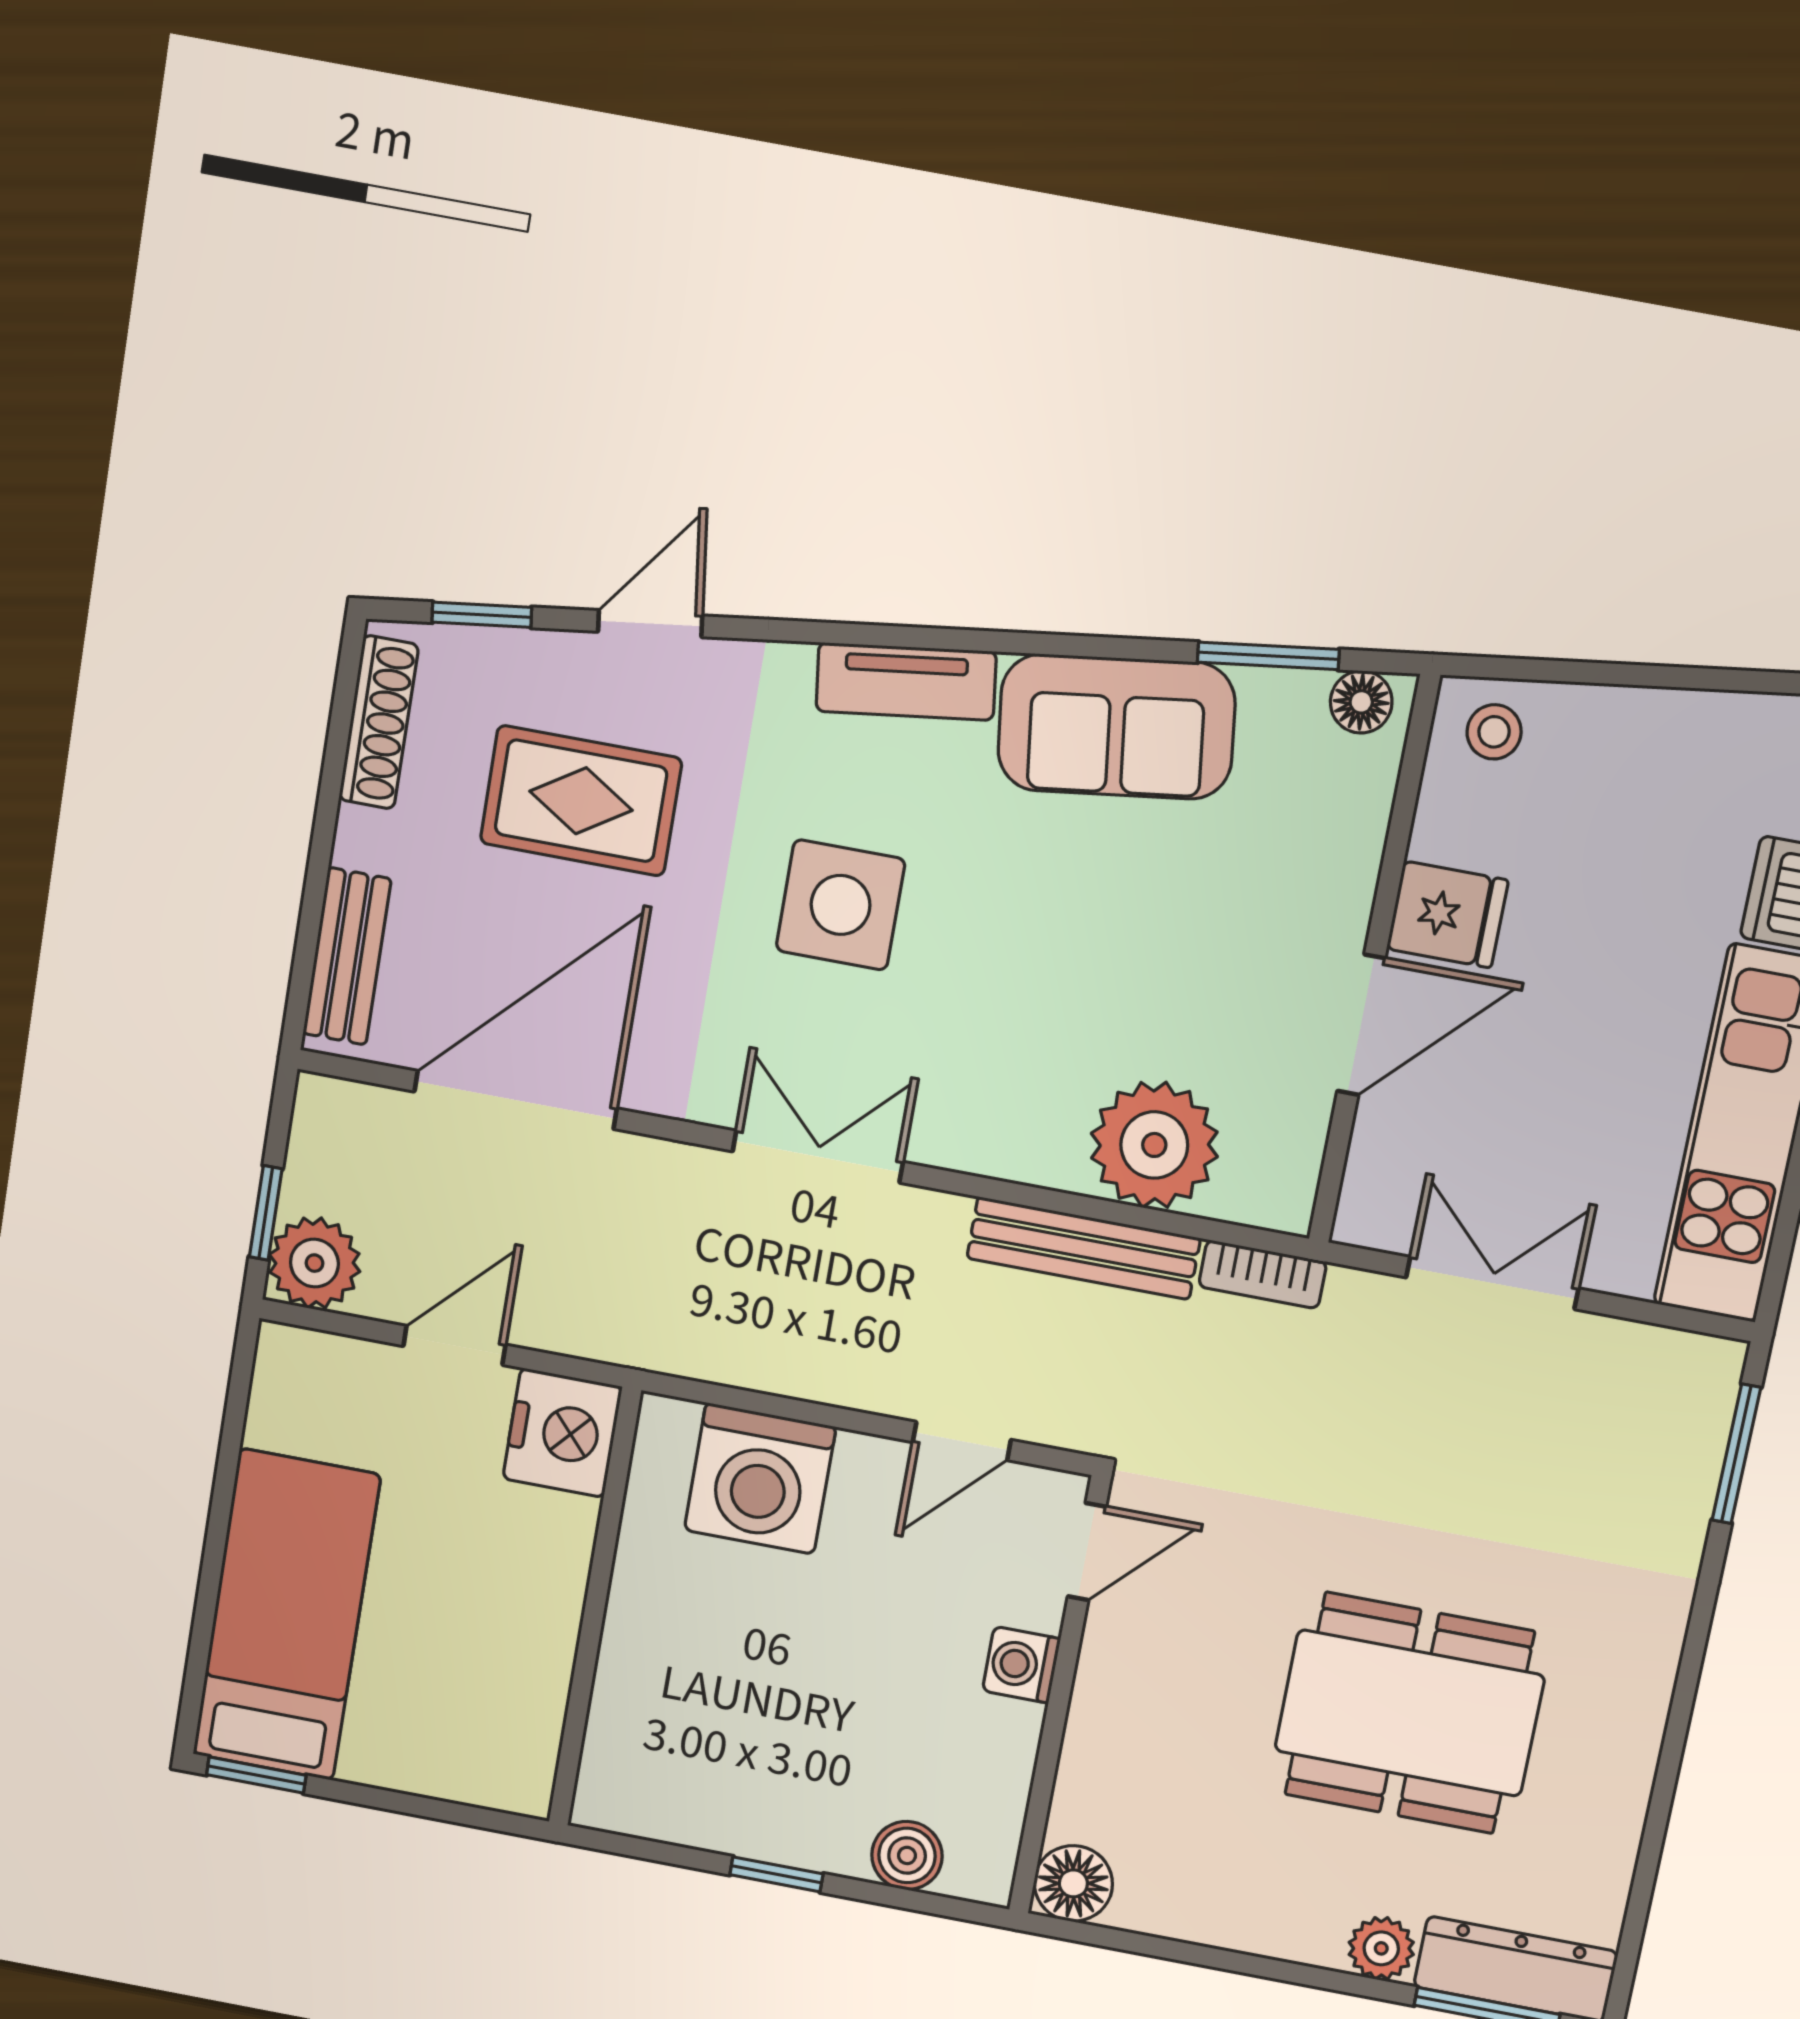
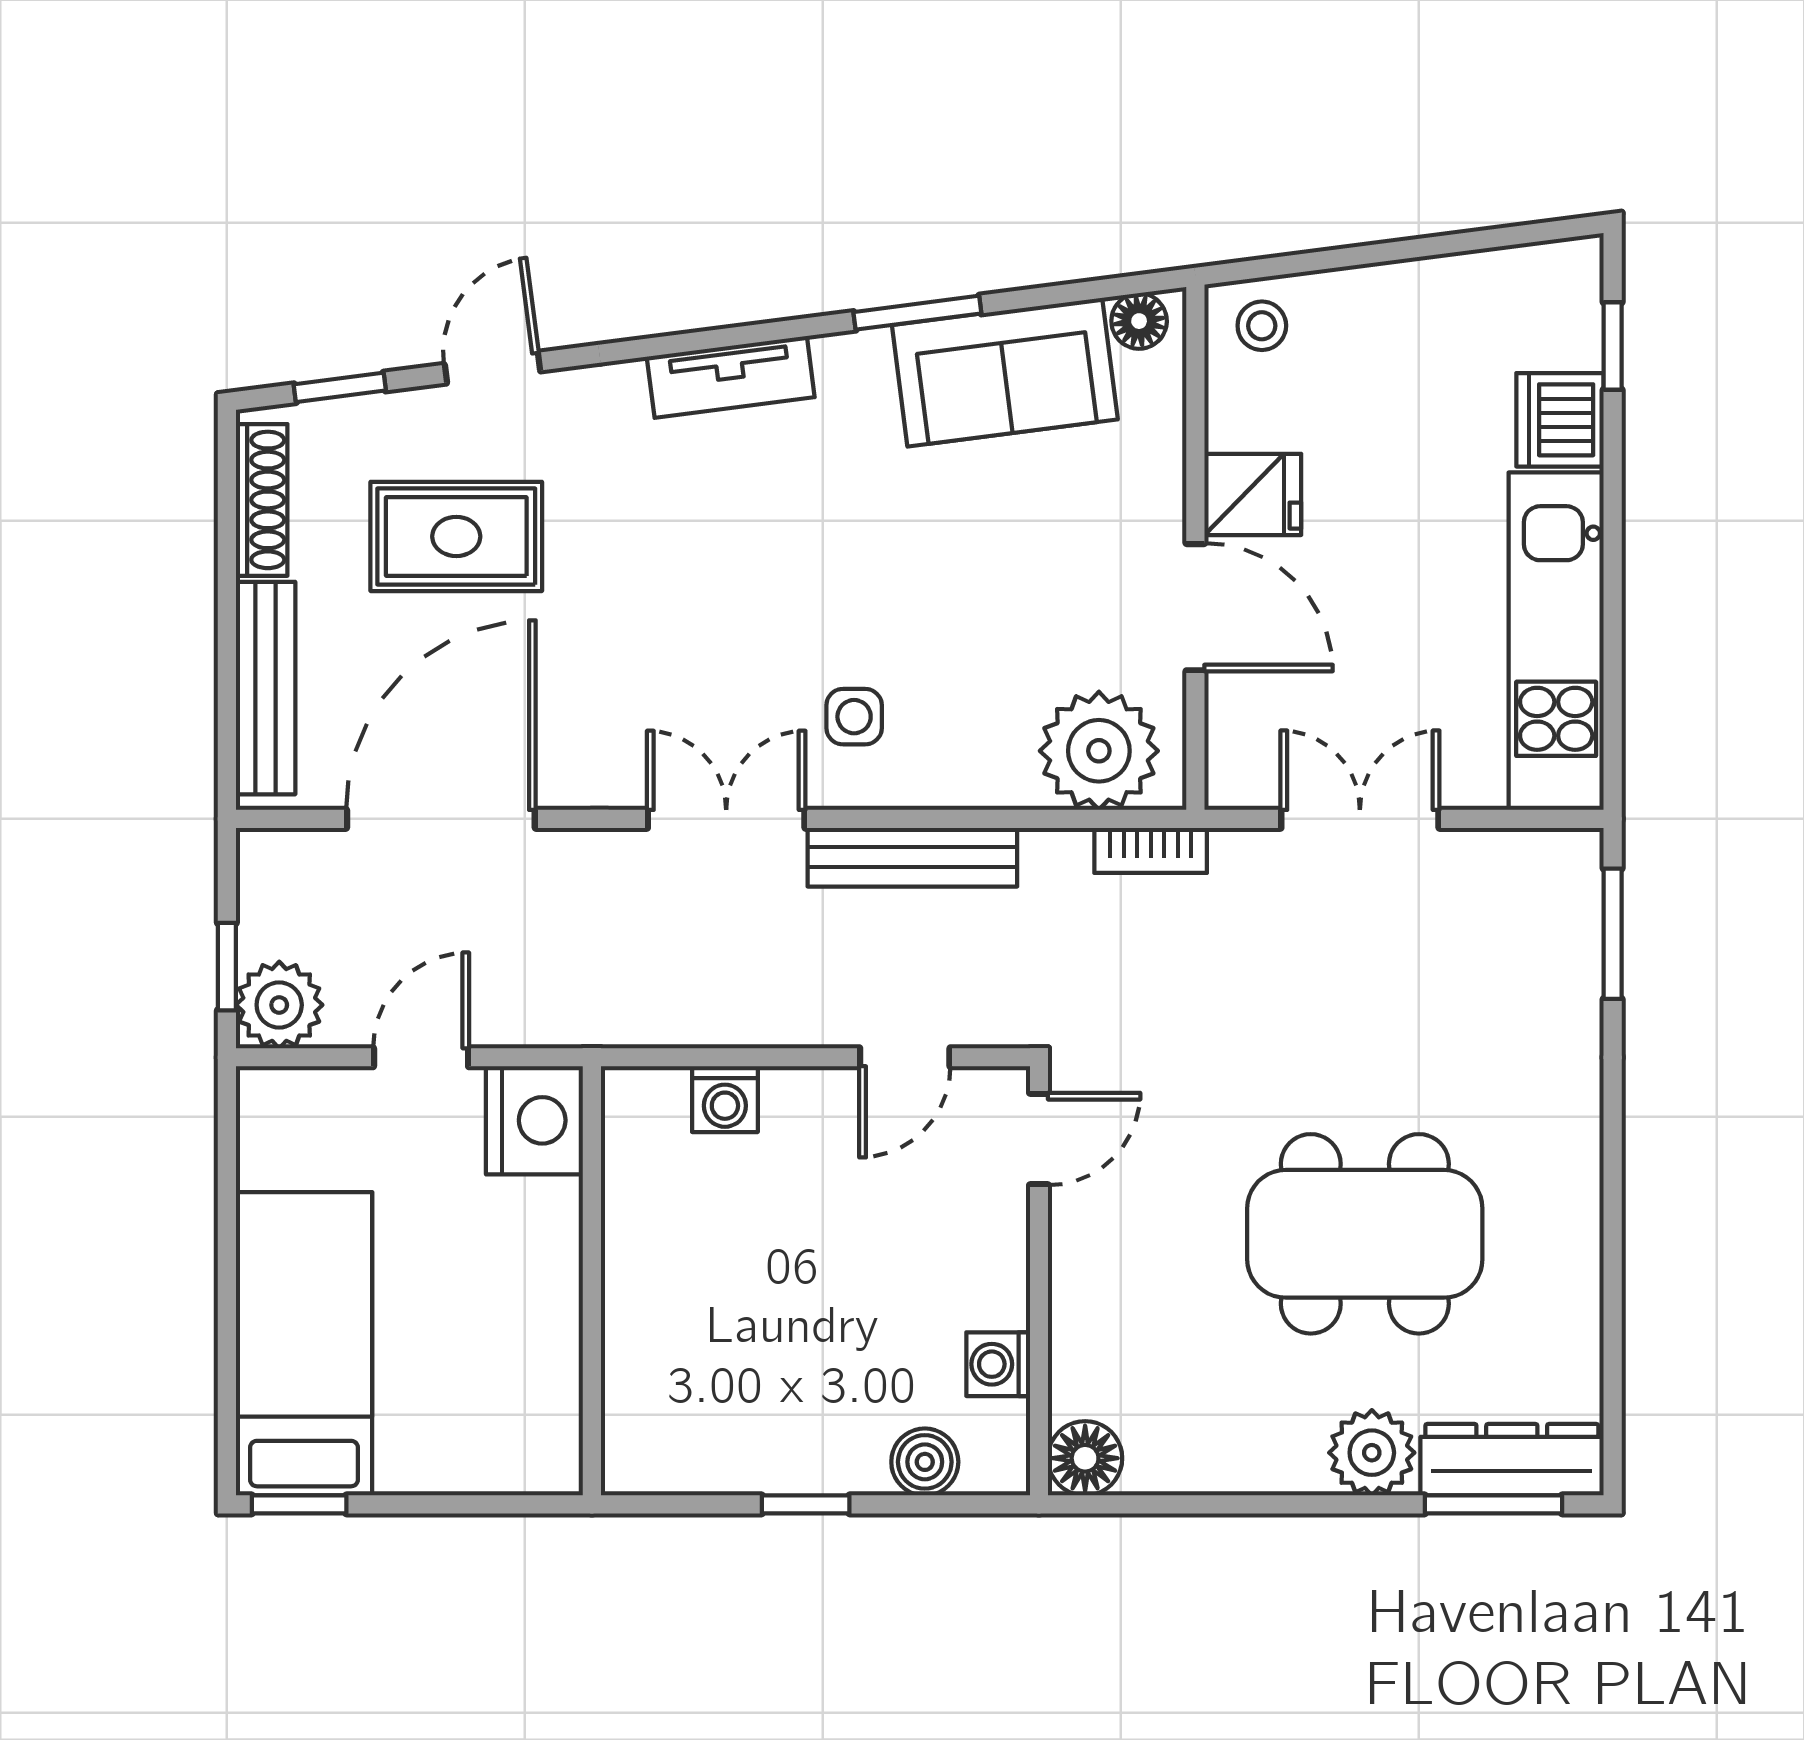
window: (1268, 656) -> (917, 313), moved
sofa: (1116, 727) -> (1005, 372), moved
side table: (841, 905) -> (854, 717), moved, width x0.54, depth x0.54
bench: (347, 956) -> (266, 688), width x1.36
door: (1361, 1025) -> (1195, 607), hinge flipped
plant: (1154, 1145) -> (1099, 751), moved
bench: (1084, 1248) -> (912, 857), moved
washing machine: (760, 1479) -> (725, 1099), width x0.53, depth x0.53
washing machine: (1021, 1665) -> (998, 1364), moved
plant: (1381, 1948) -> (1372, 1453), width x1.38, depth x1.38

